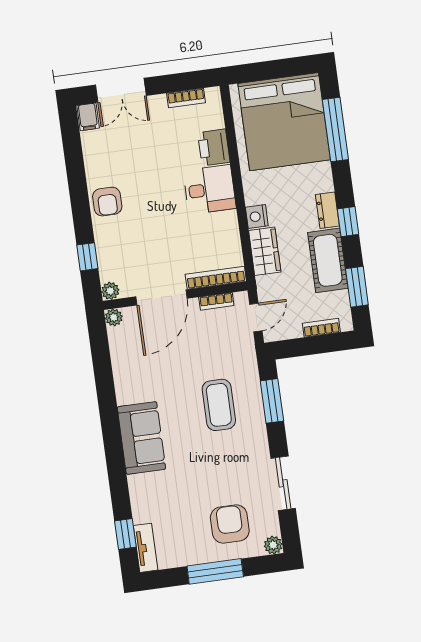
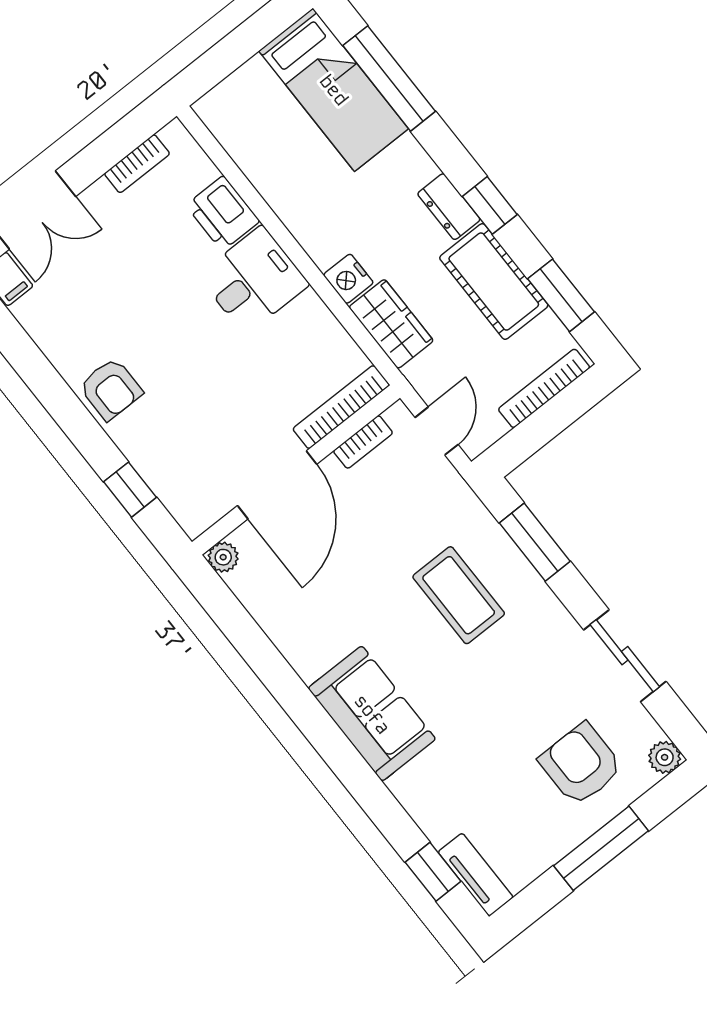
bed: (284, 122) -> (334, 90), width x0.49
plant: (110, 291) -> (195, 520), removed
bookcase: (321, 328) -> (544, 388), width x1.56

